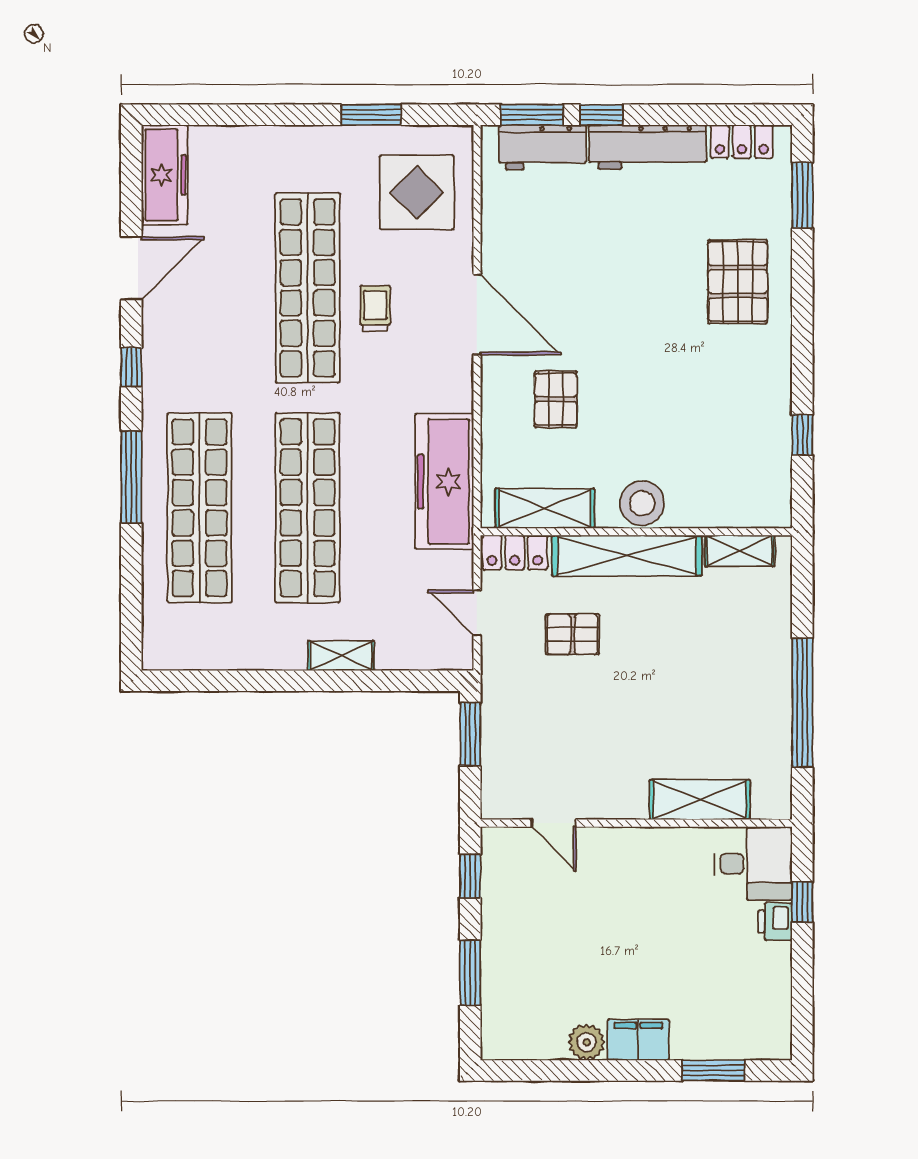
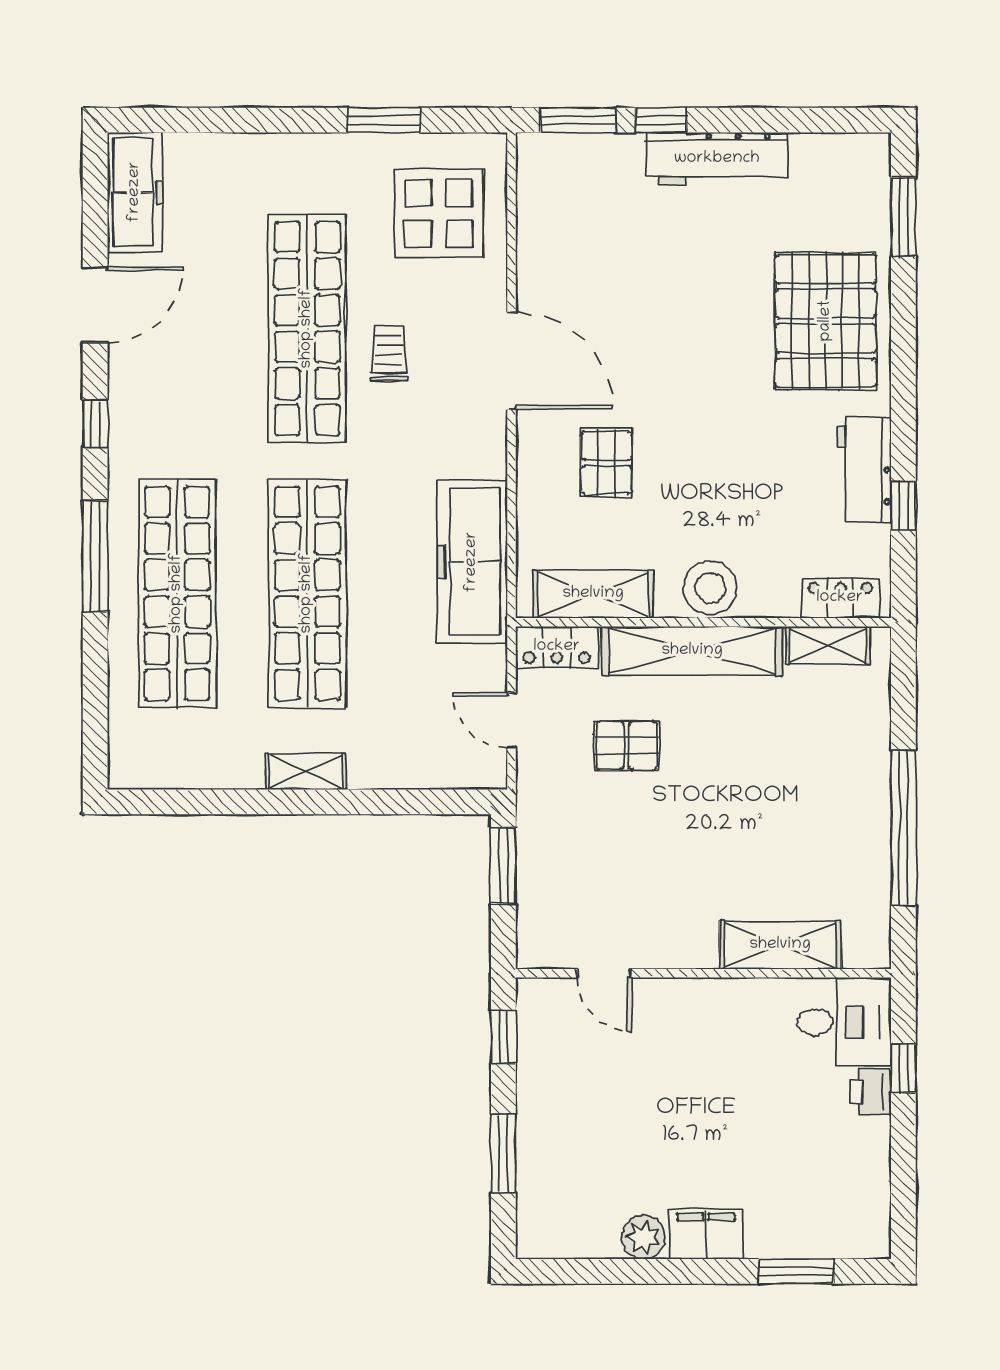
locker: (742, 142) -> (840, 598), moved, turned 180
workbench: (543, 147) -> (864, 470), moved, turned 90
pallet: (738, 282) -> (826, 321), width x1.37, depth x1.41
shelving: (341, 656) -> (306, 772), moved

